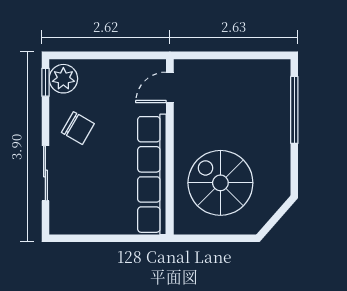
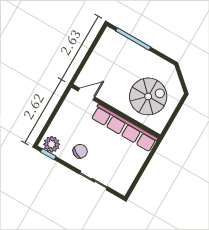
door: (170, 87) -> (86, 94), swing flipped
spiral stairs: (220, 183) -> (148, 96), turned 180

